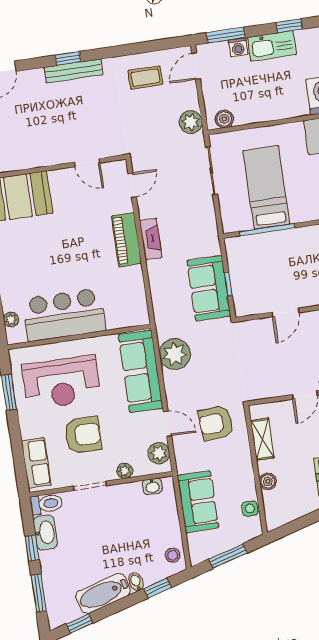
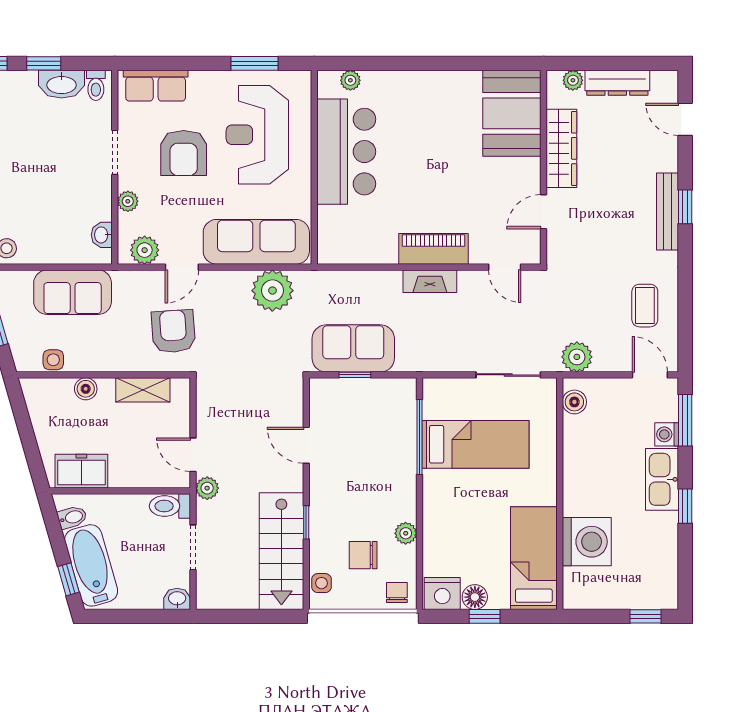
wardrobe: (38, 156) -> (561, 148), added
toilet: (46, 504) -> (96, 85), width x0.73, depth x0.72

